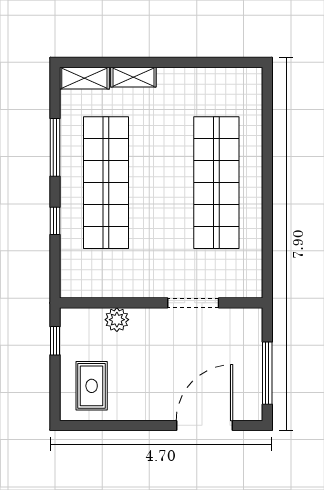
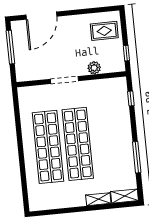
shop shelf: (106, 183) -> (78, 144), moved
window: (55, 221) -> (131, 99), moved
doorway: (193, 303) -> (64, 80), moved
rug: (92, 386) -> (104, 31), turned 90

